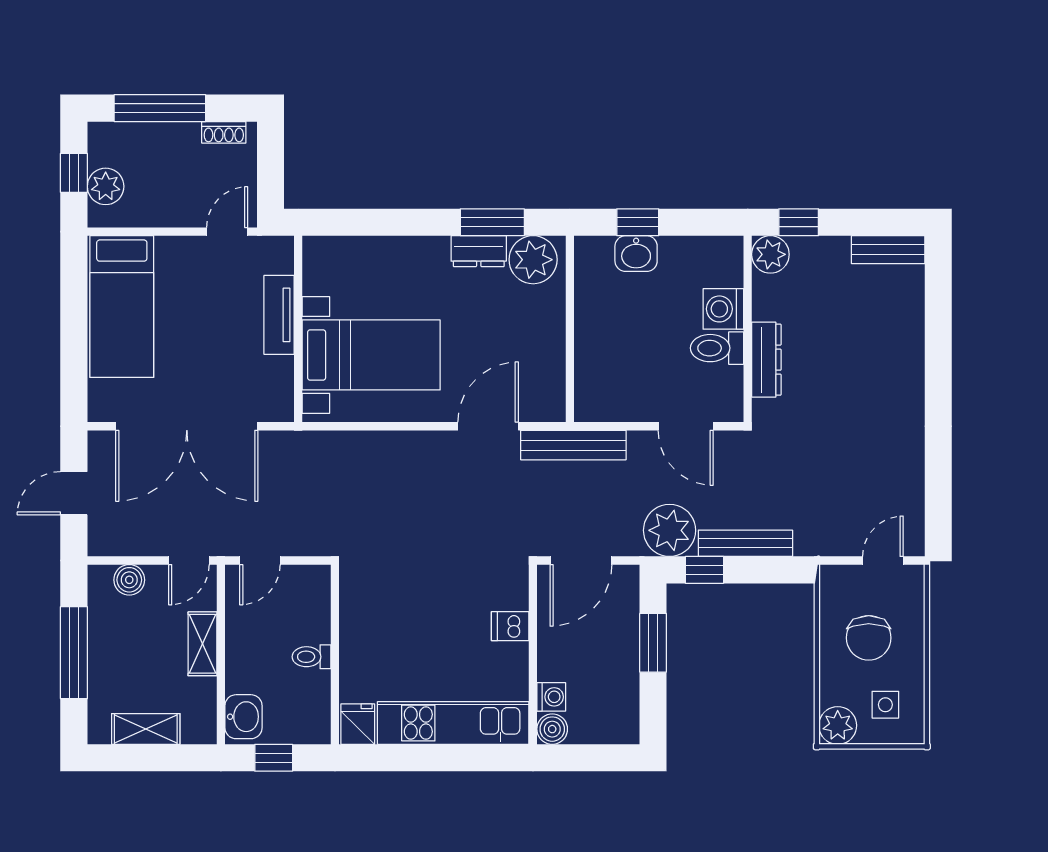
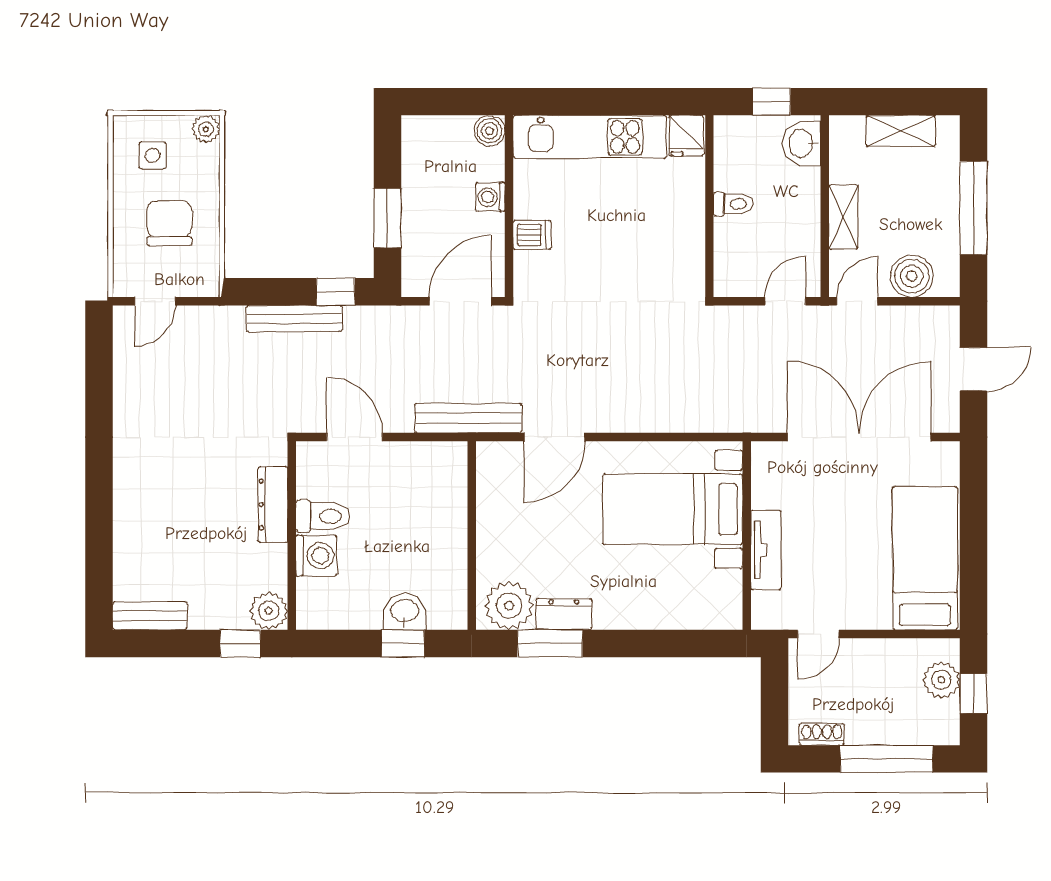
plant: (670, 530) -> (371, 332), removed
boiler: (129, 580) -> (912, 276), width x1.36, depth x1.36
washing machine: (551, 697) -> (490, 197), moved
plant: (838, 725) -> (206, 129), width x0.73, depth x0.73

